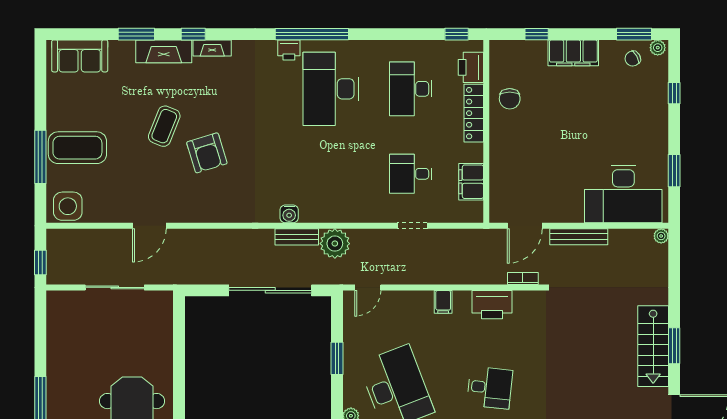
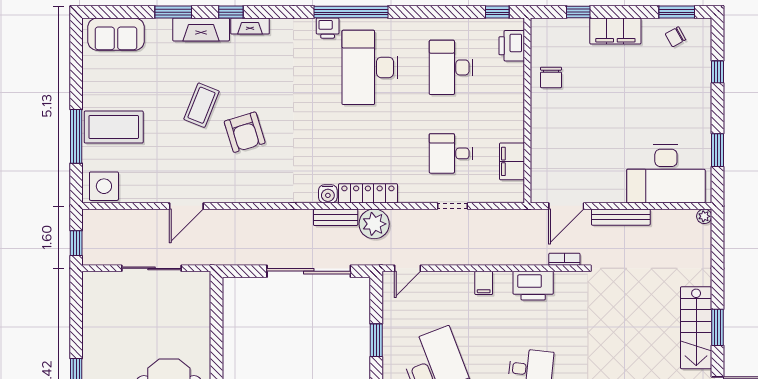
plant: (658, 48) -> (701, 26), removed
locker: (474, 113) -> (368, 193), moved, turned 90

